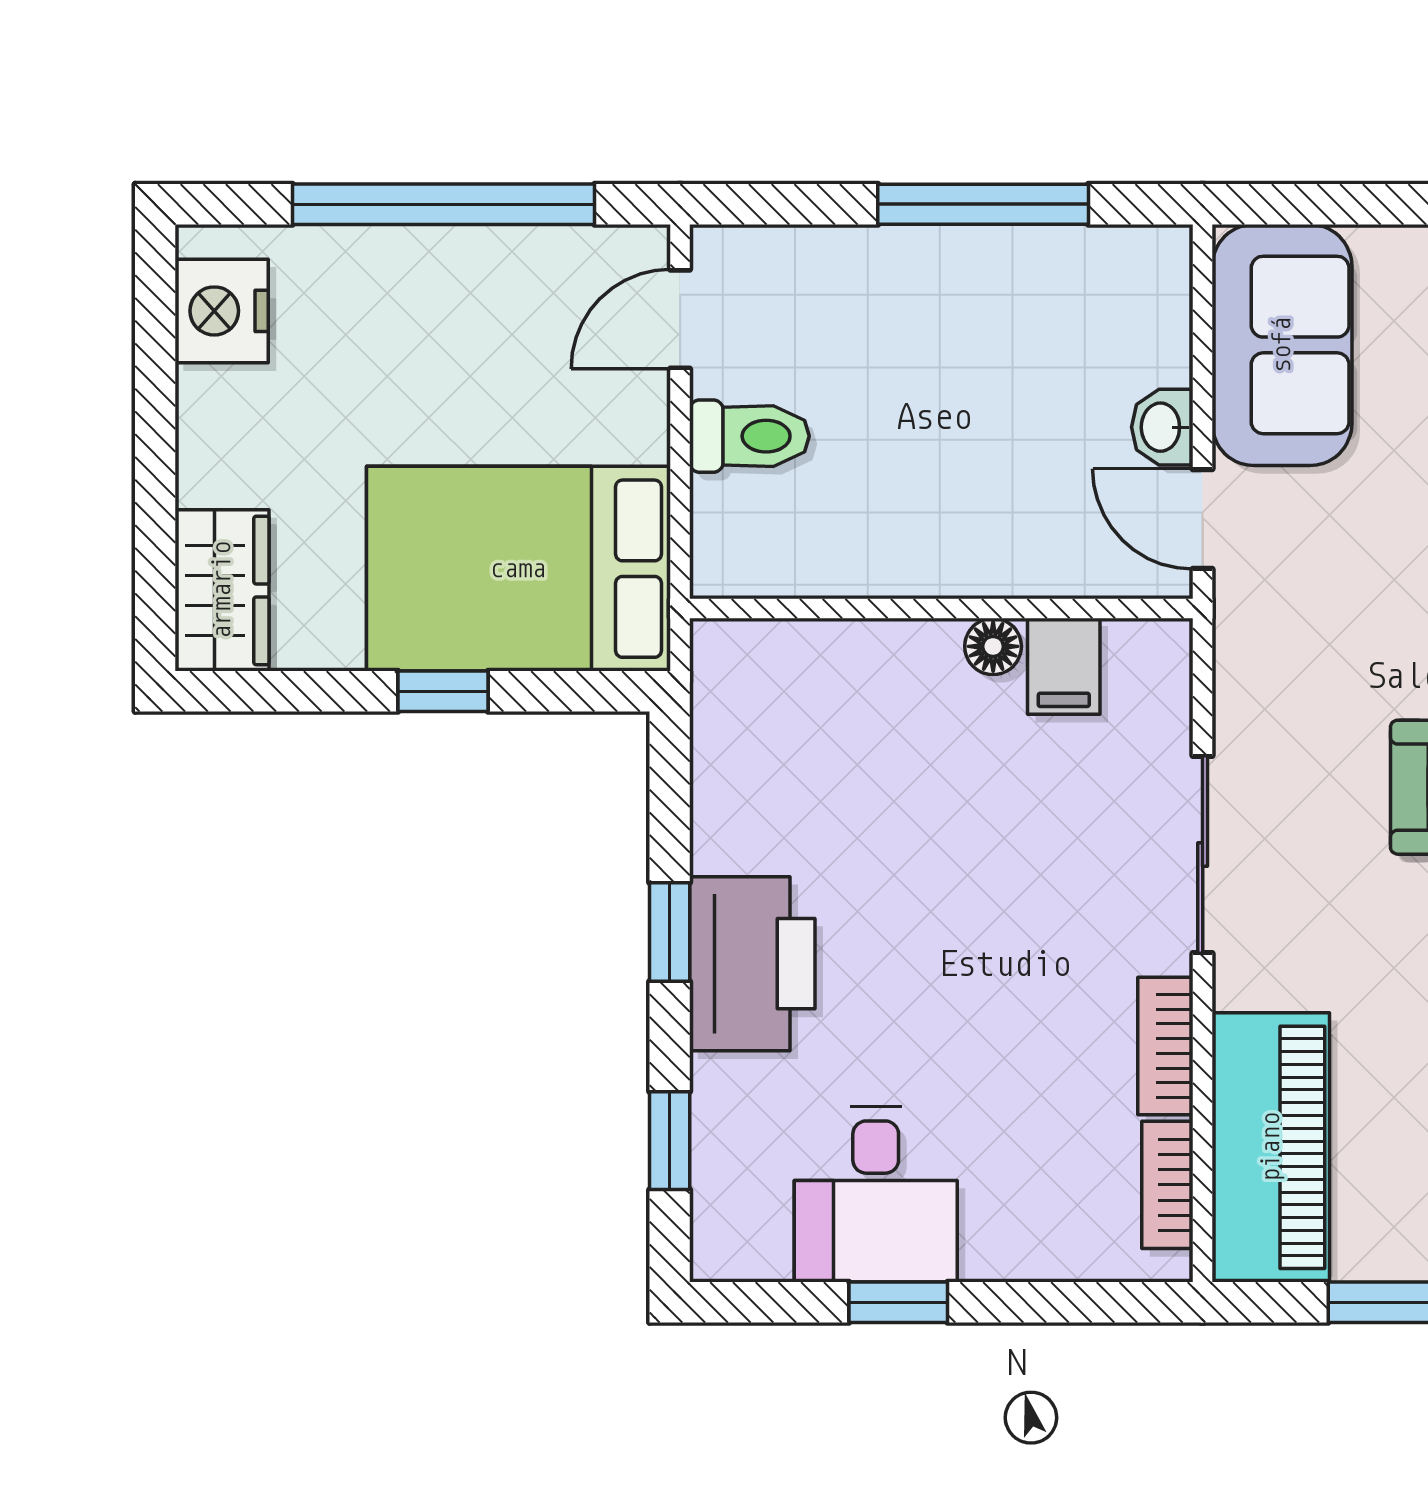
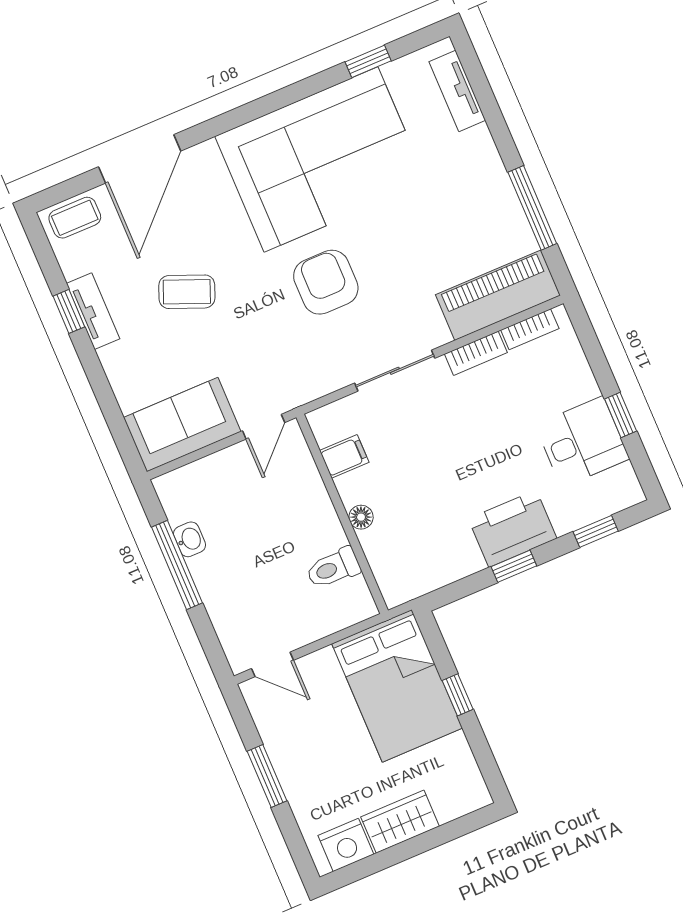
window: (443, 204) -> (267, 776), width x0.47
washbasin: (1162, 427) -> (190, 539), moved, turned -90
toilet: (749, 436) -> (333, 568), moved, turned -90
wardrobe: (222, 590) -> (400, 822), moved
floor lamp: (993, 646) -> (361, 517), moved

